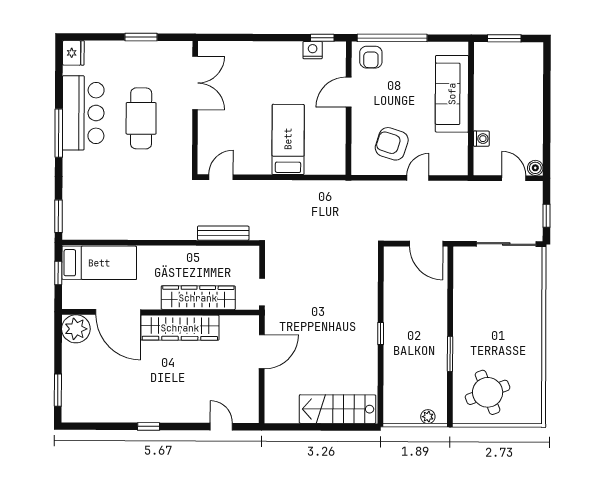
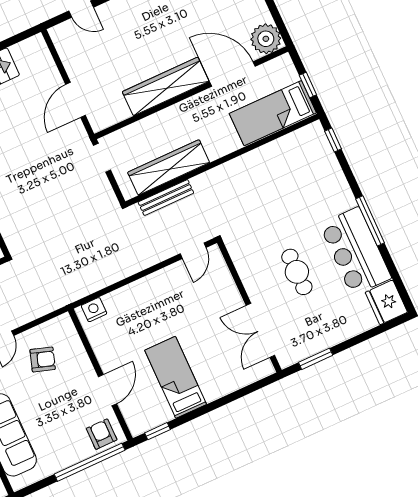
window: (141, 37) -> (316, 359), moved
nightstand: (313, 50) -> (94, 310), moved, turned 180
fridge: (73, 53) -> (386, 302), width x1.36, depth x1.34
cafe table: (141, 118) -> (297, 272), width x0.73, depth x0.74
bed: (288, 139) -> (176, 377), moved, turned 180
armchair: (392, 144) -> (43, 359), width x0.72, depth x0.72
window: (58, 216) -> (333, 140), width x0.67
wardrobe: (198, 298) -> (169, 167), moved, turned 180

